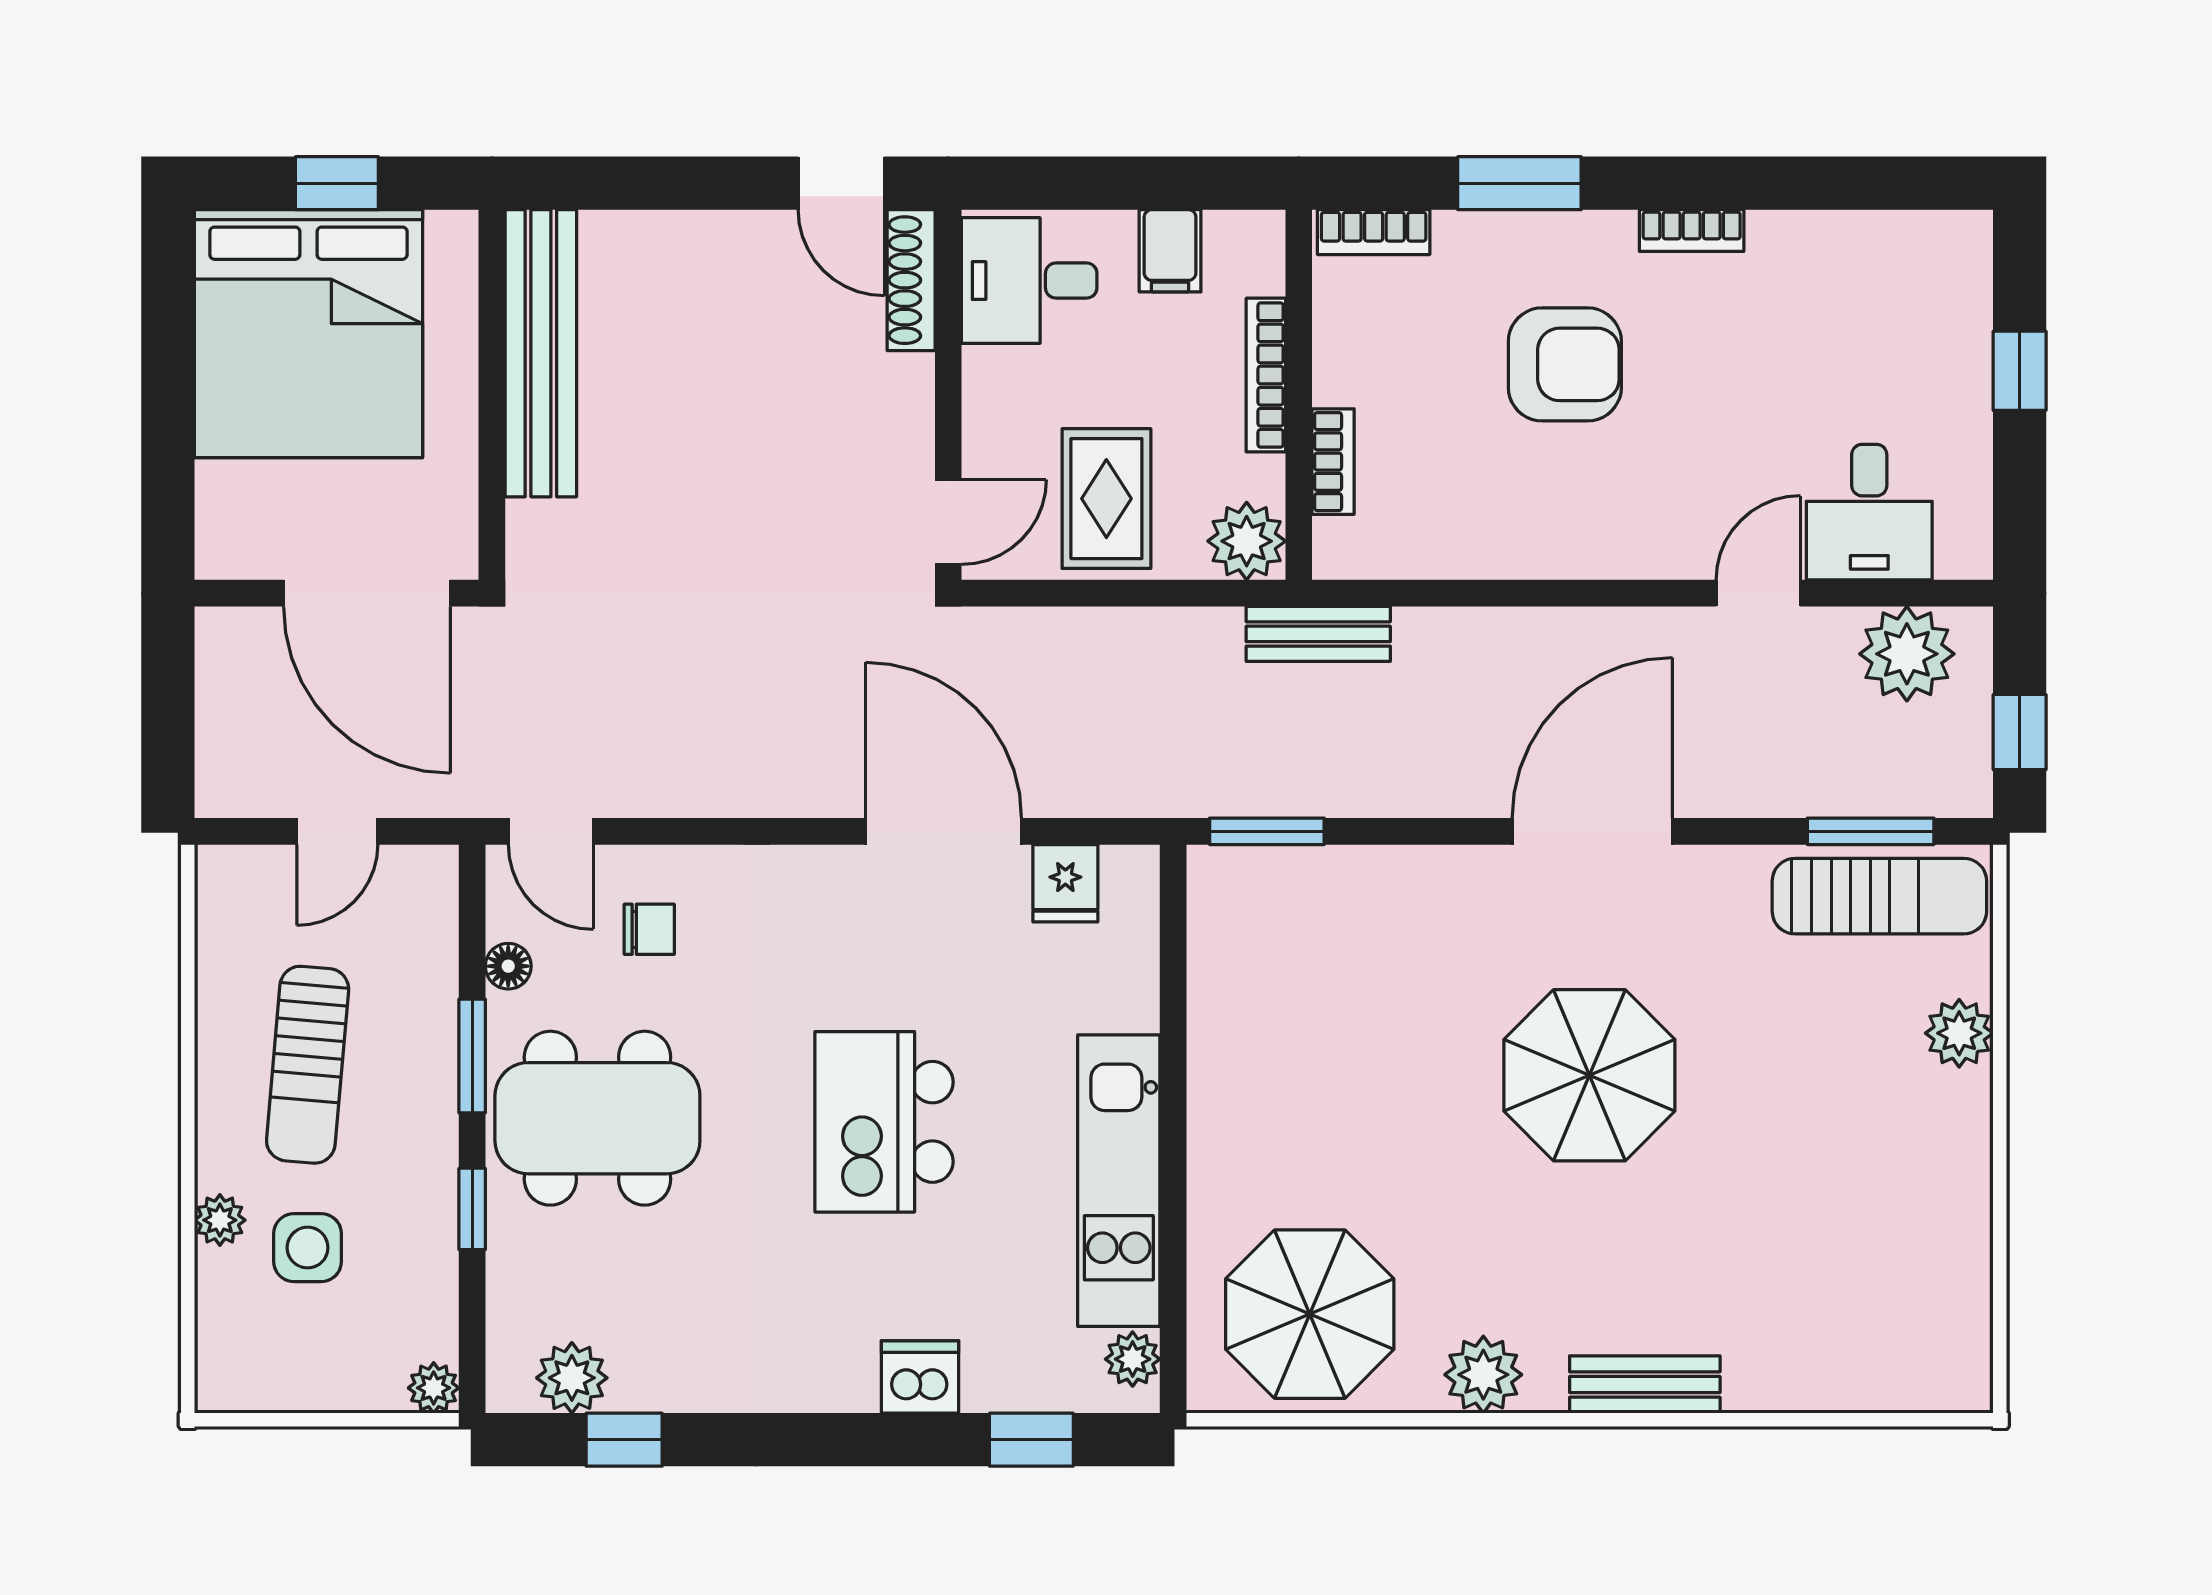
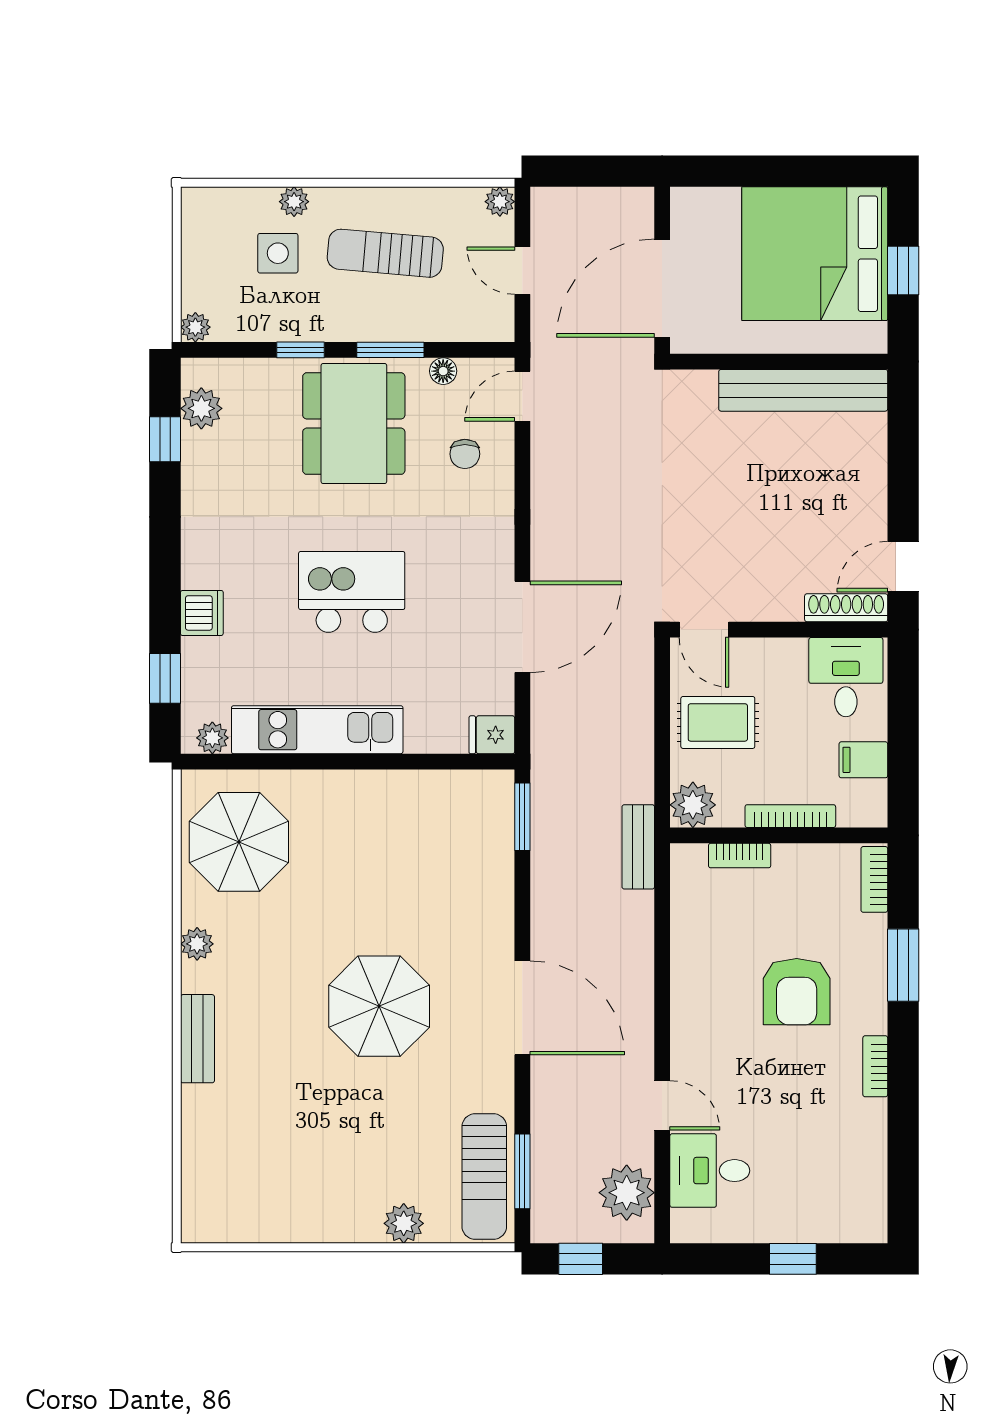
plant: (220, 870) -> (500, 202), added
fridge: (1065, 883) -> (492, 735), moved
plant: (1483, 1375) -> (197, 944), width x0.73, depth x0.73

